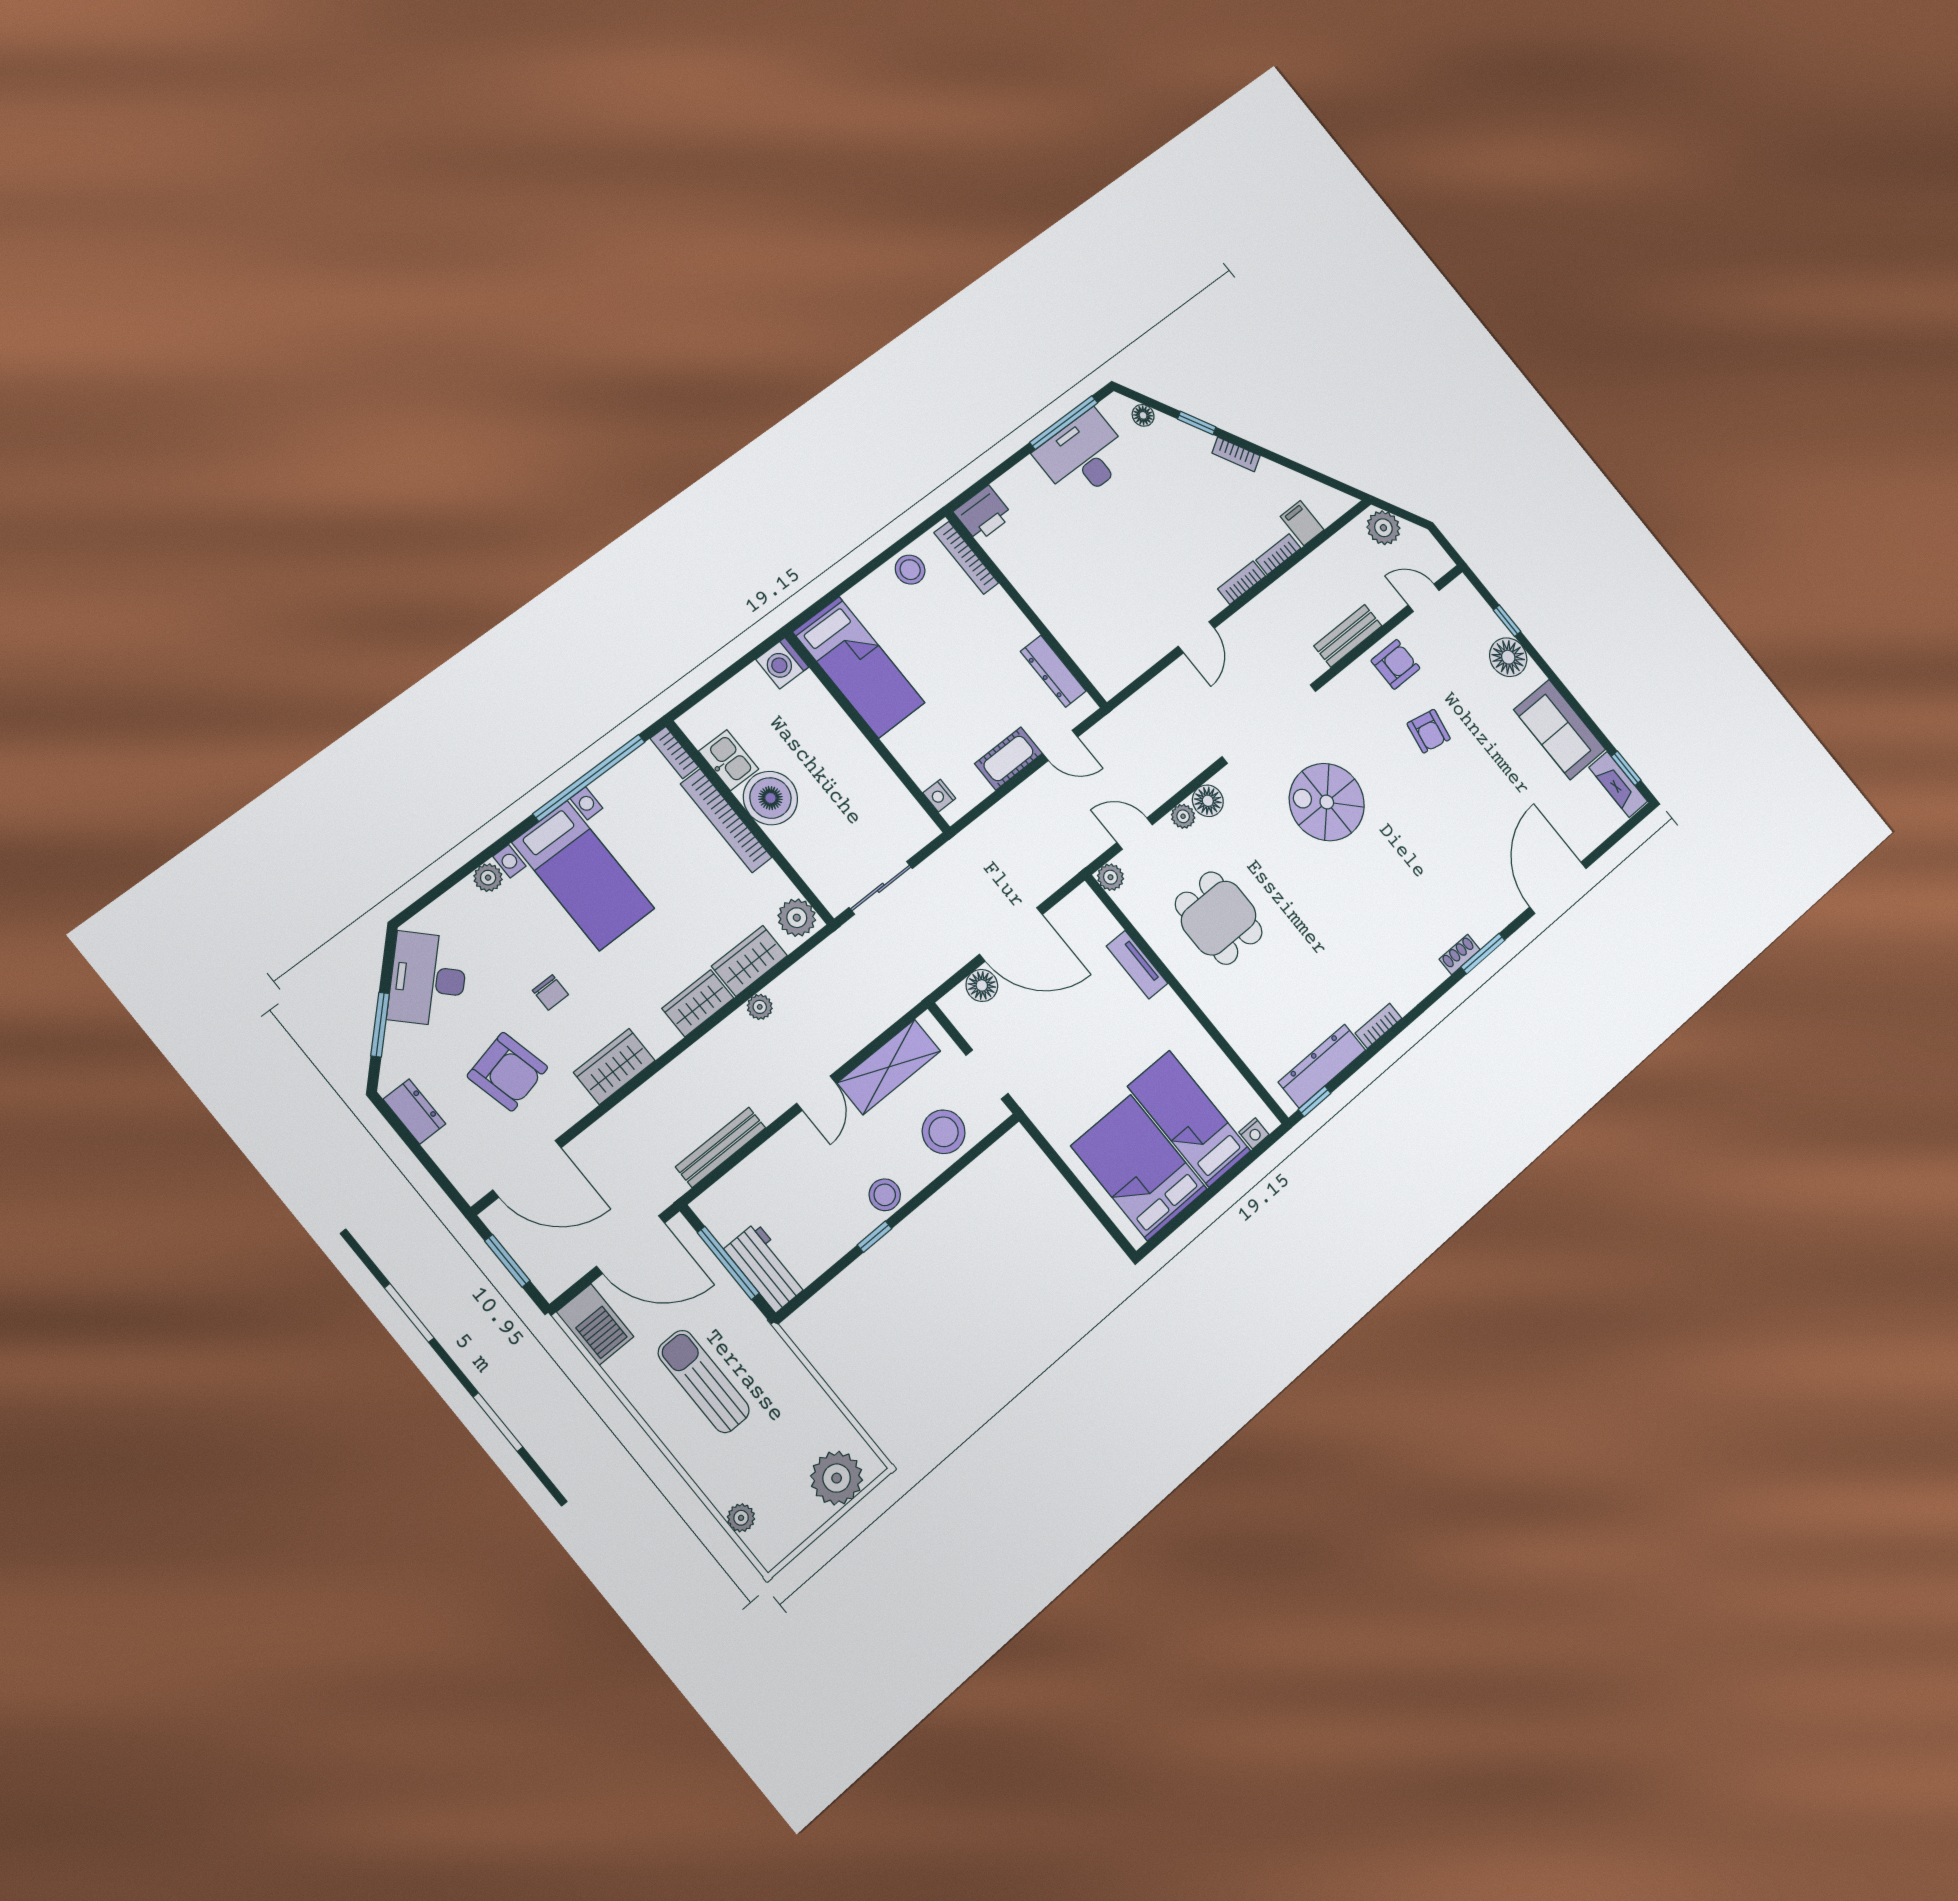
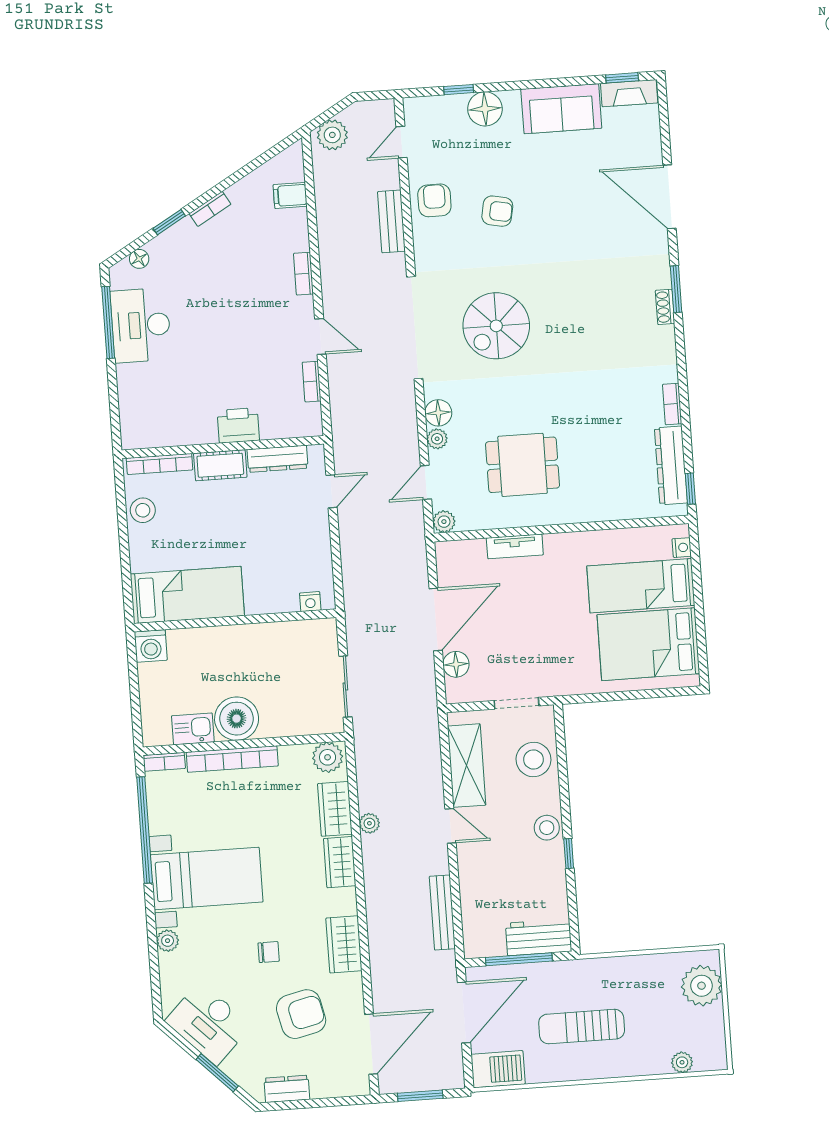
printer: (983, 514) -> (238, 425), moved, turned -90
bookcase: (1278, 554) -> (312, 382), moved
cot: (1008, 758) -> (220, 465), moved, turned 90

